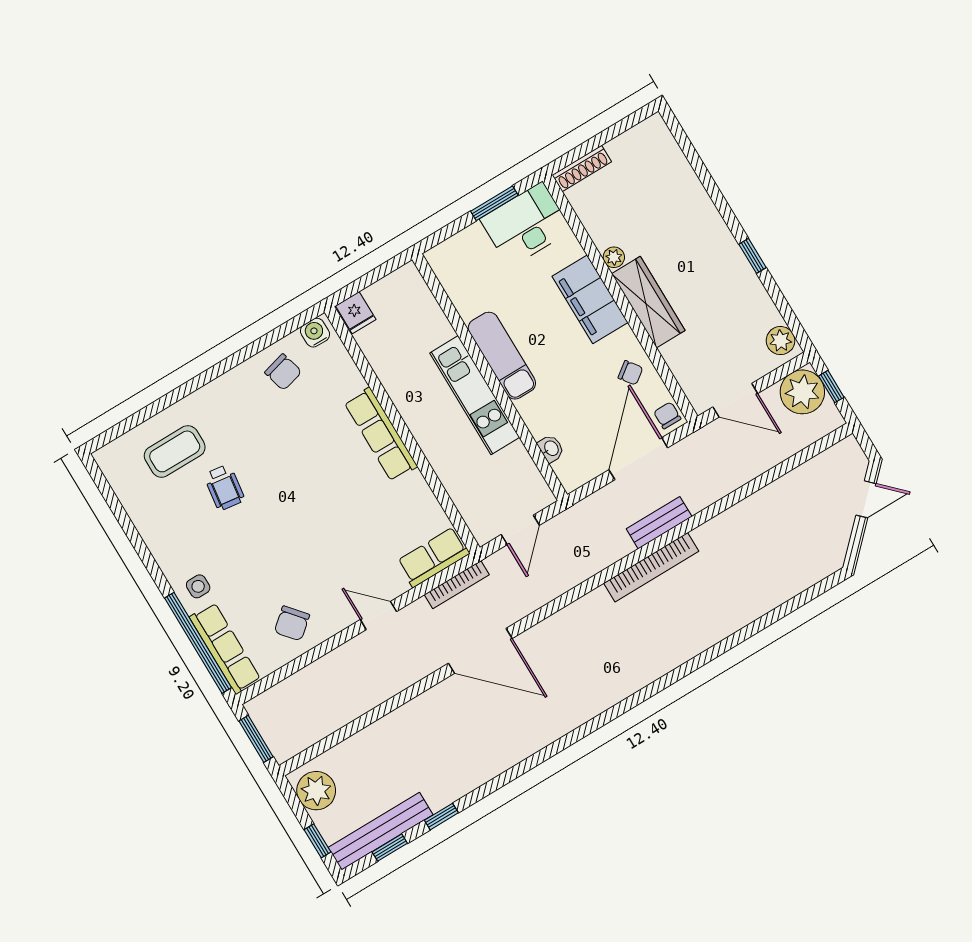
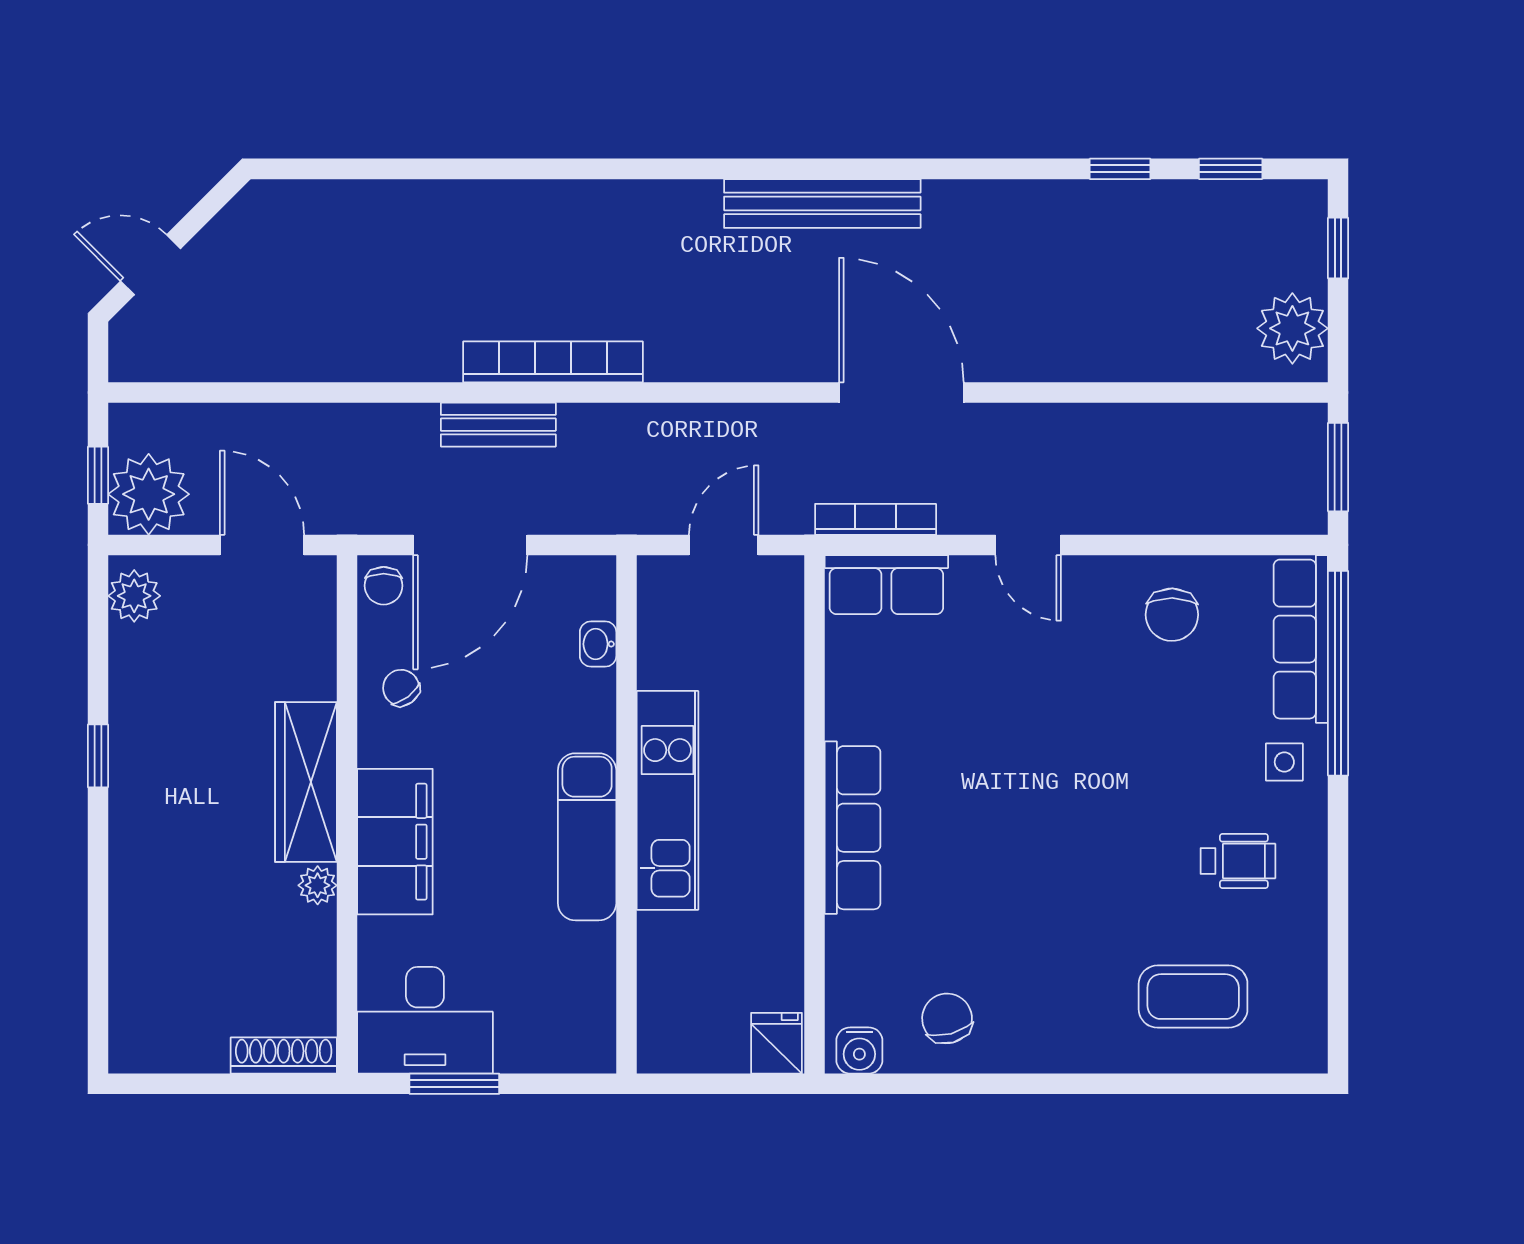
wheelchair: (224, 487) -> (1238, 861), moved, turned 82
chair: (292, 623) -> (1172, 615), turned 131
bench: (381, 831) -> (822, 203), moved

